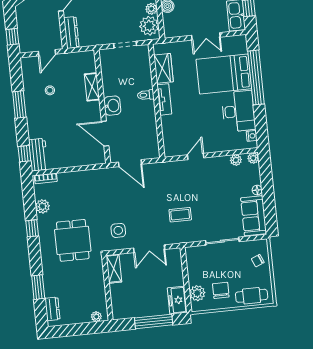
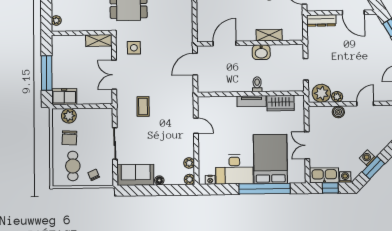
washbasin: (112, 106) -> (261, 52), moved
chair: (221, 290) -> (69, 138), turned 93
cafe table: (252, 296) -> (73, 166), moved

